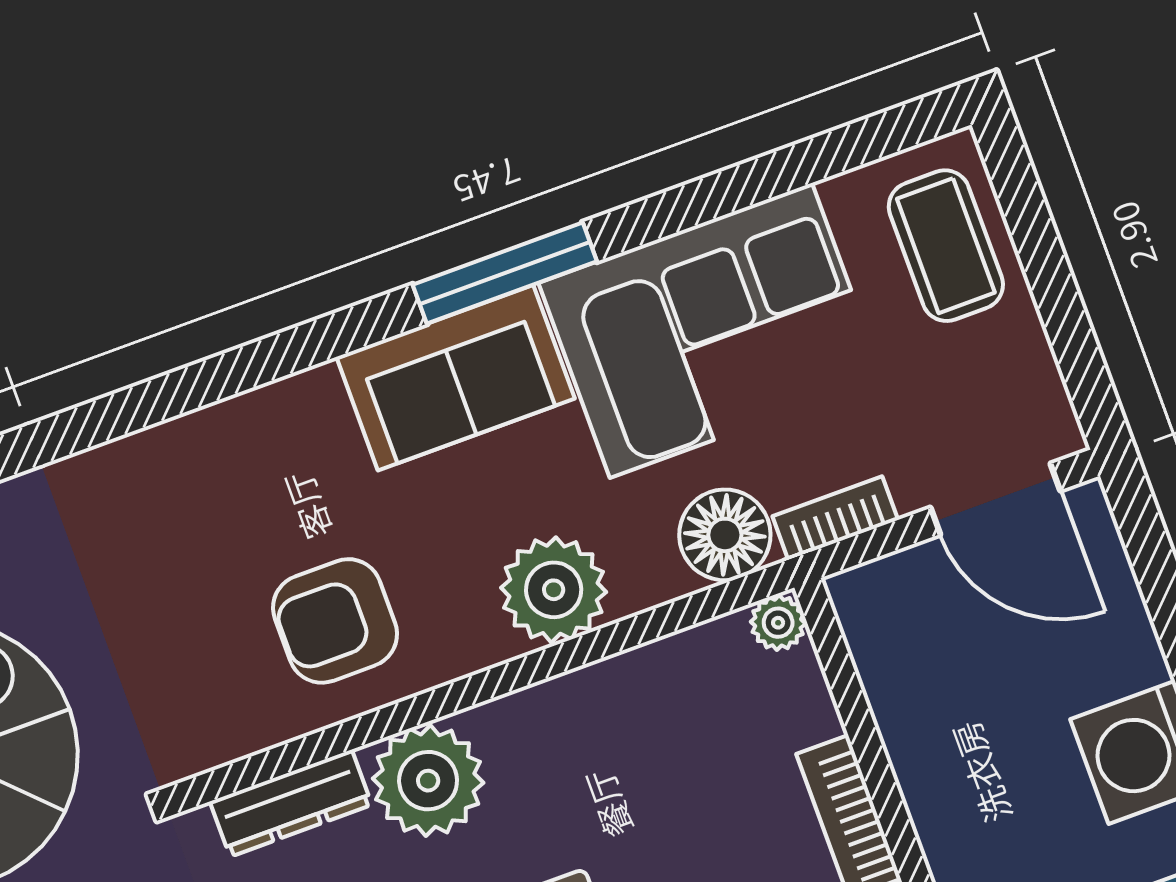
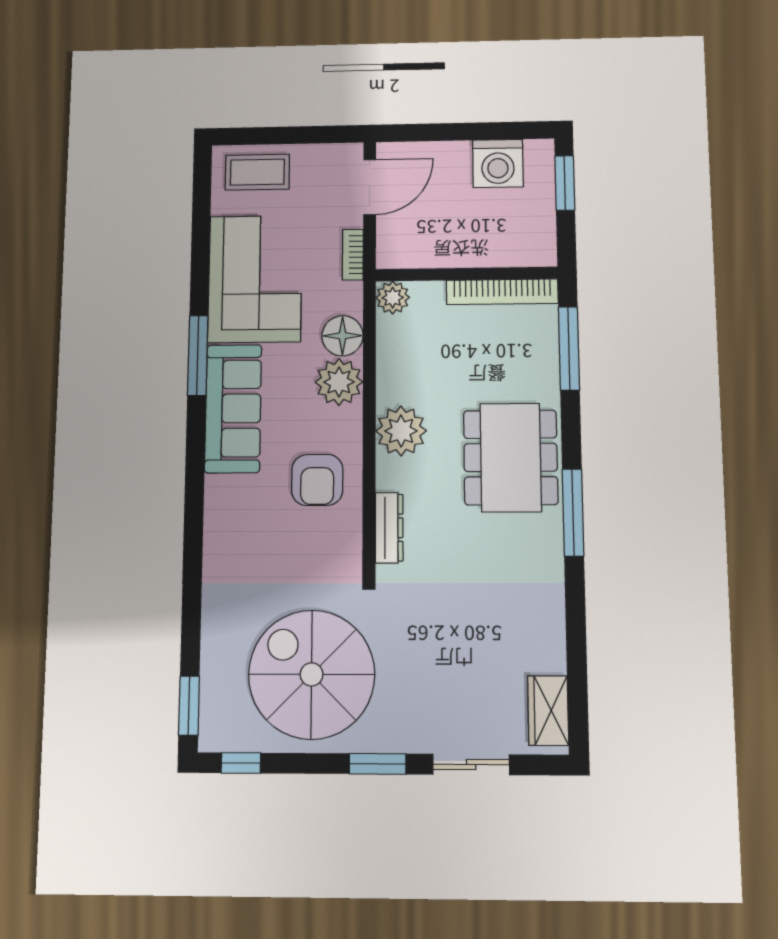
sofa: (456, 378) -> (233, 408), width x1.36
floor lamp: (725, 535) -> (342, 336), moved
plant: (778, 623) -> (393, 298), width x1.38, depth x1.38
plant: (428, 781) -> (401, 431), moved

